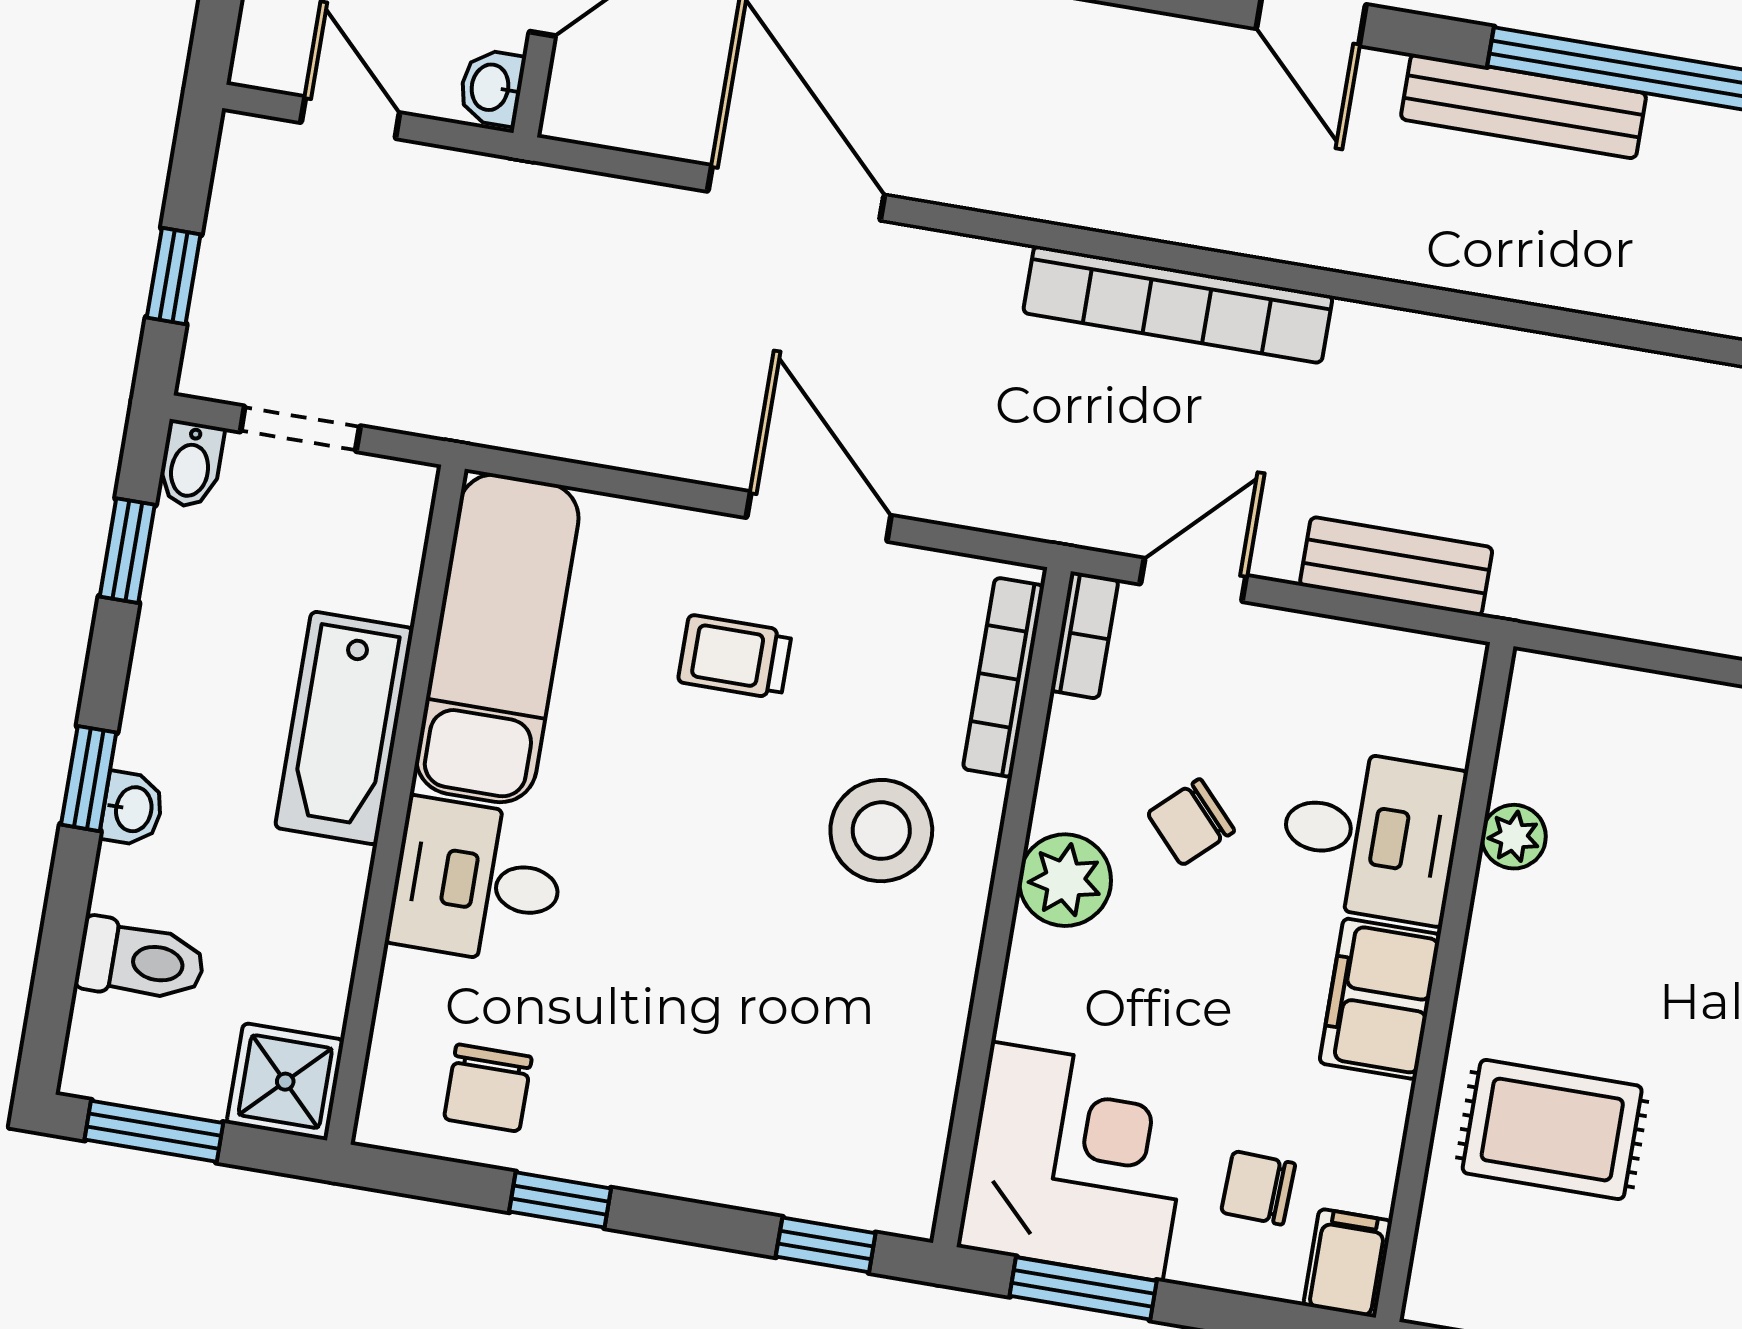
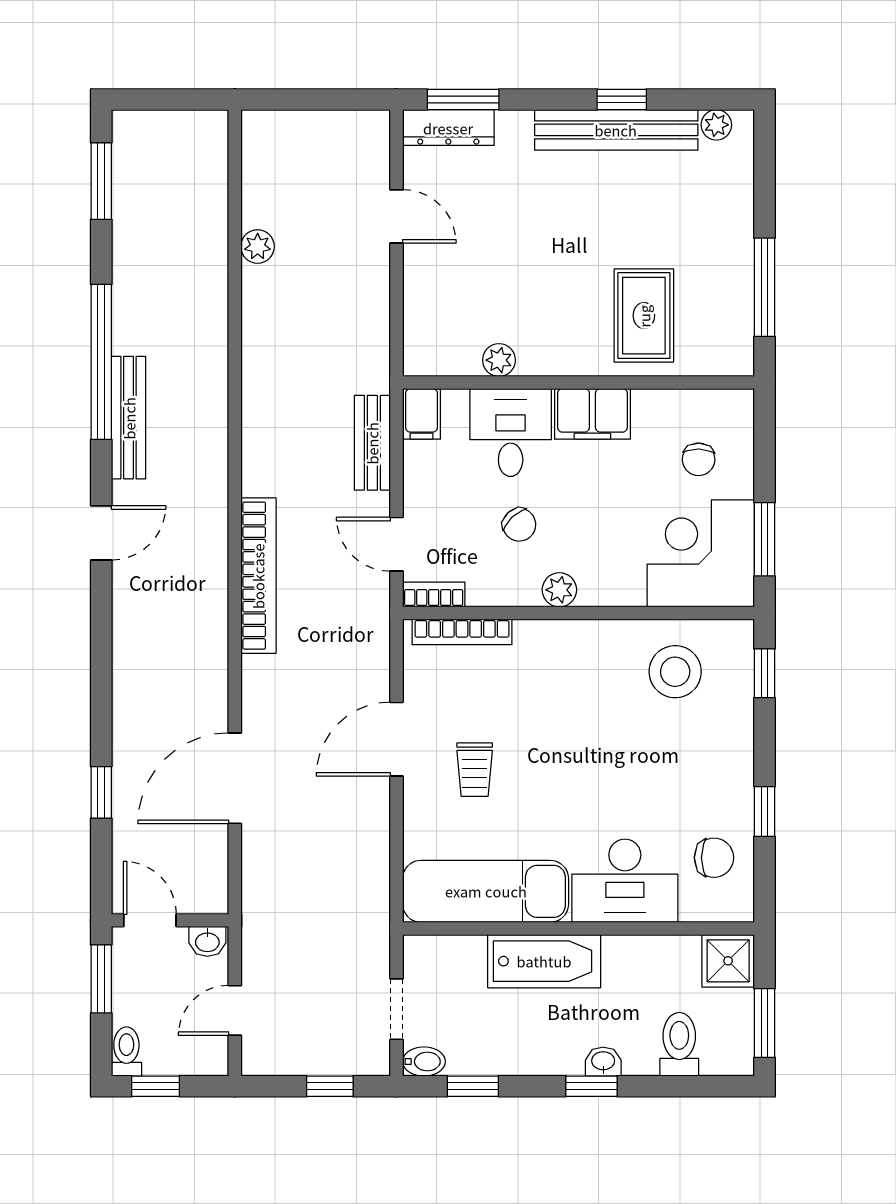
stool: (881, 831) -> (675, 672), moved
plant: (1065, 880) -> (559, 590), width x0.73, depth x0.73
desk: (477, 882) -> (625, 881), width x1.37
filing cabinet: (1348, 1263) -> (421, 414), moved, turned -90

